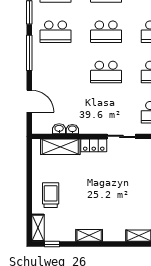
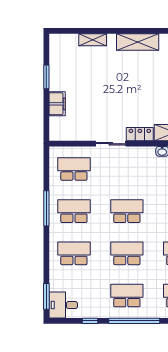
shelving: (89, 235) -> (138, 42), width x1.50, depth x1.33

